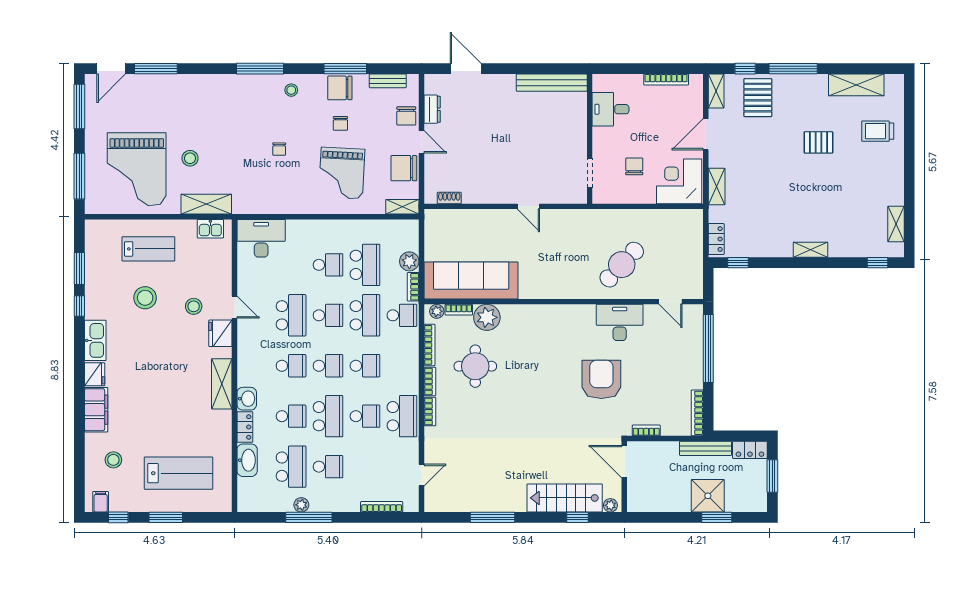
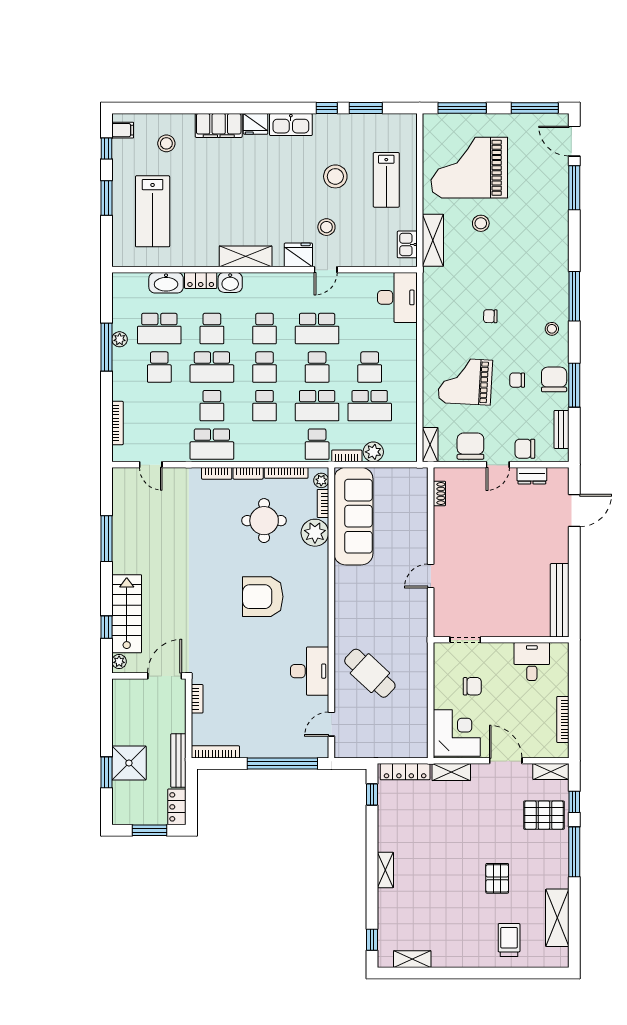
locker: (716, 239) -> (405, 772), width x1.53
armchair: (601, 379) -> (263, 597), moved, turned 180

